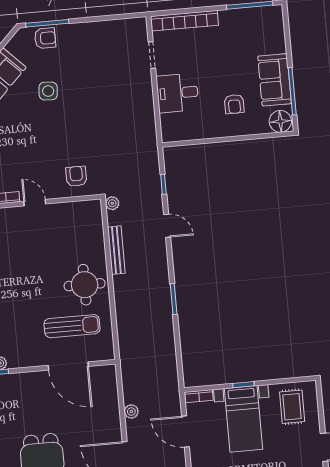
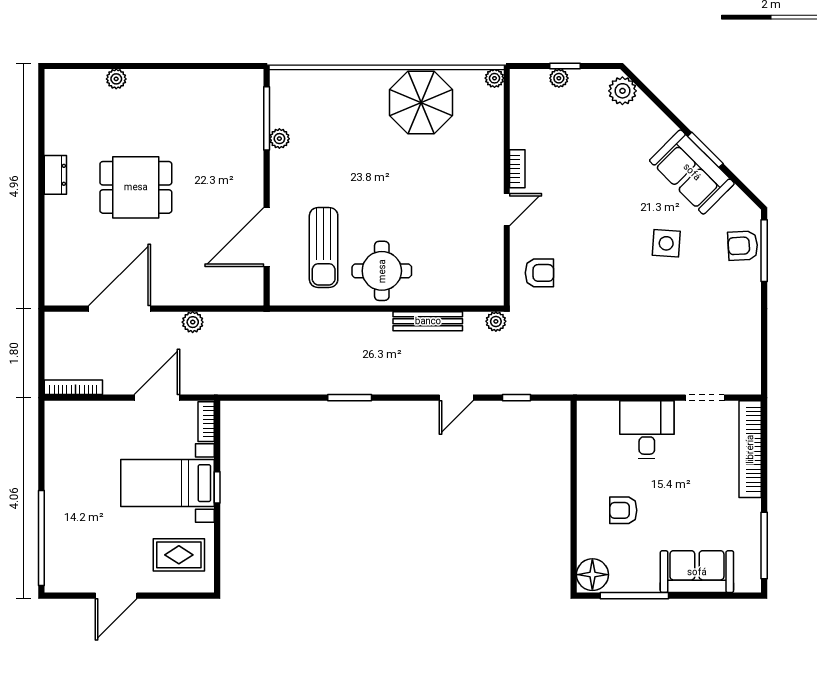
armchair: (45, 38) -> (743, 246), turned 87
sofa: (275, 80) -> (697, 572), moved

